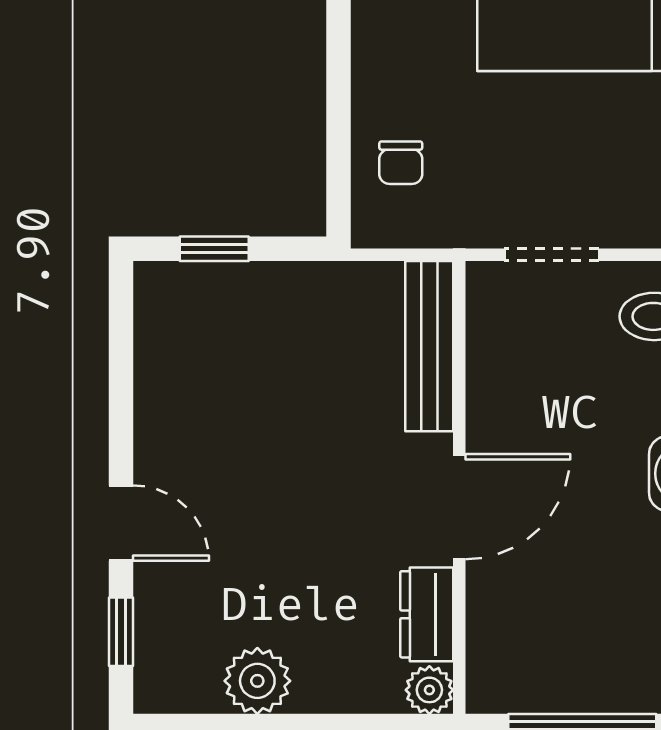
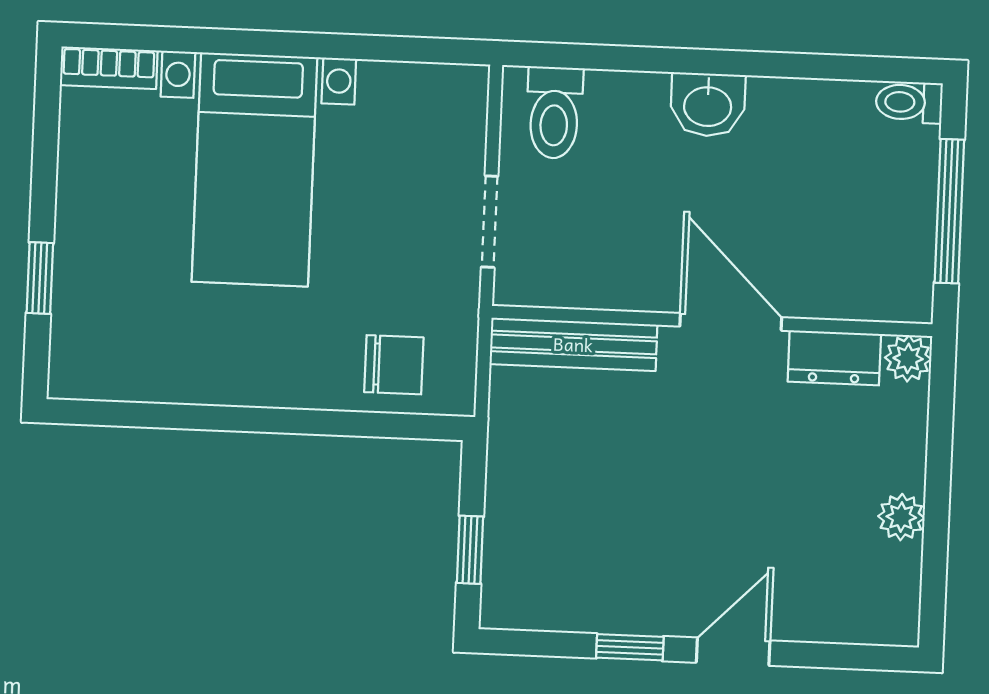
chair: (401, 163) -> (394, 365), width x1.37, depth x1.37
window: (121, 632) -> (630, 647), moved
plant: (257, 681) -> (901, 517), width x0.73, depth x0.73

